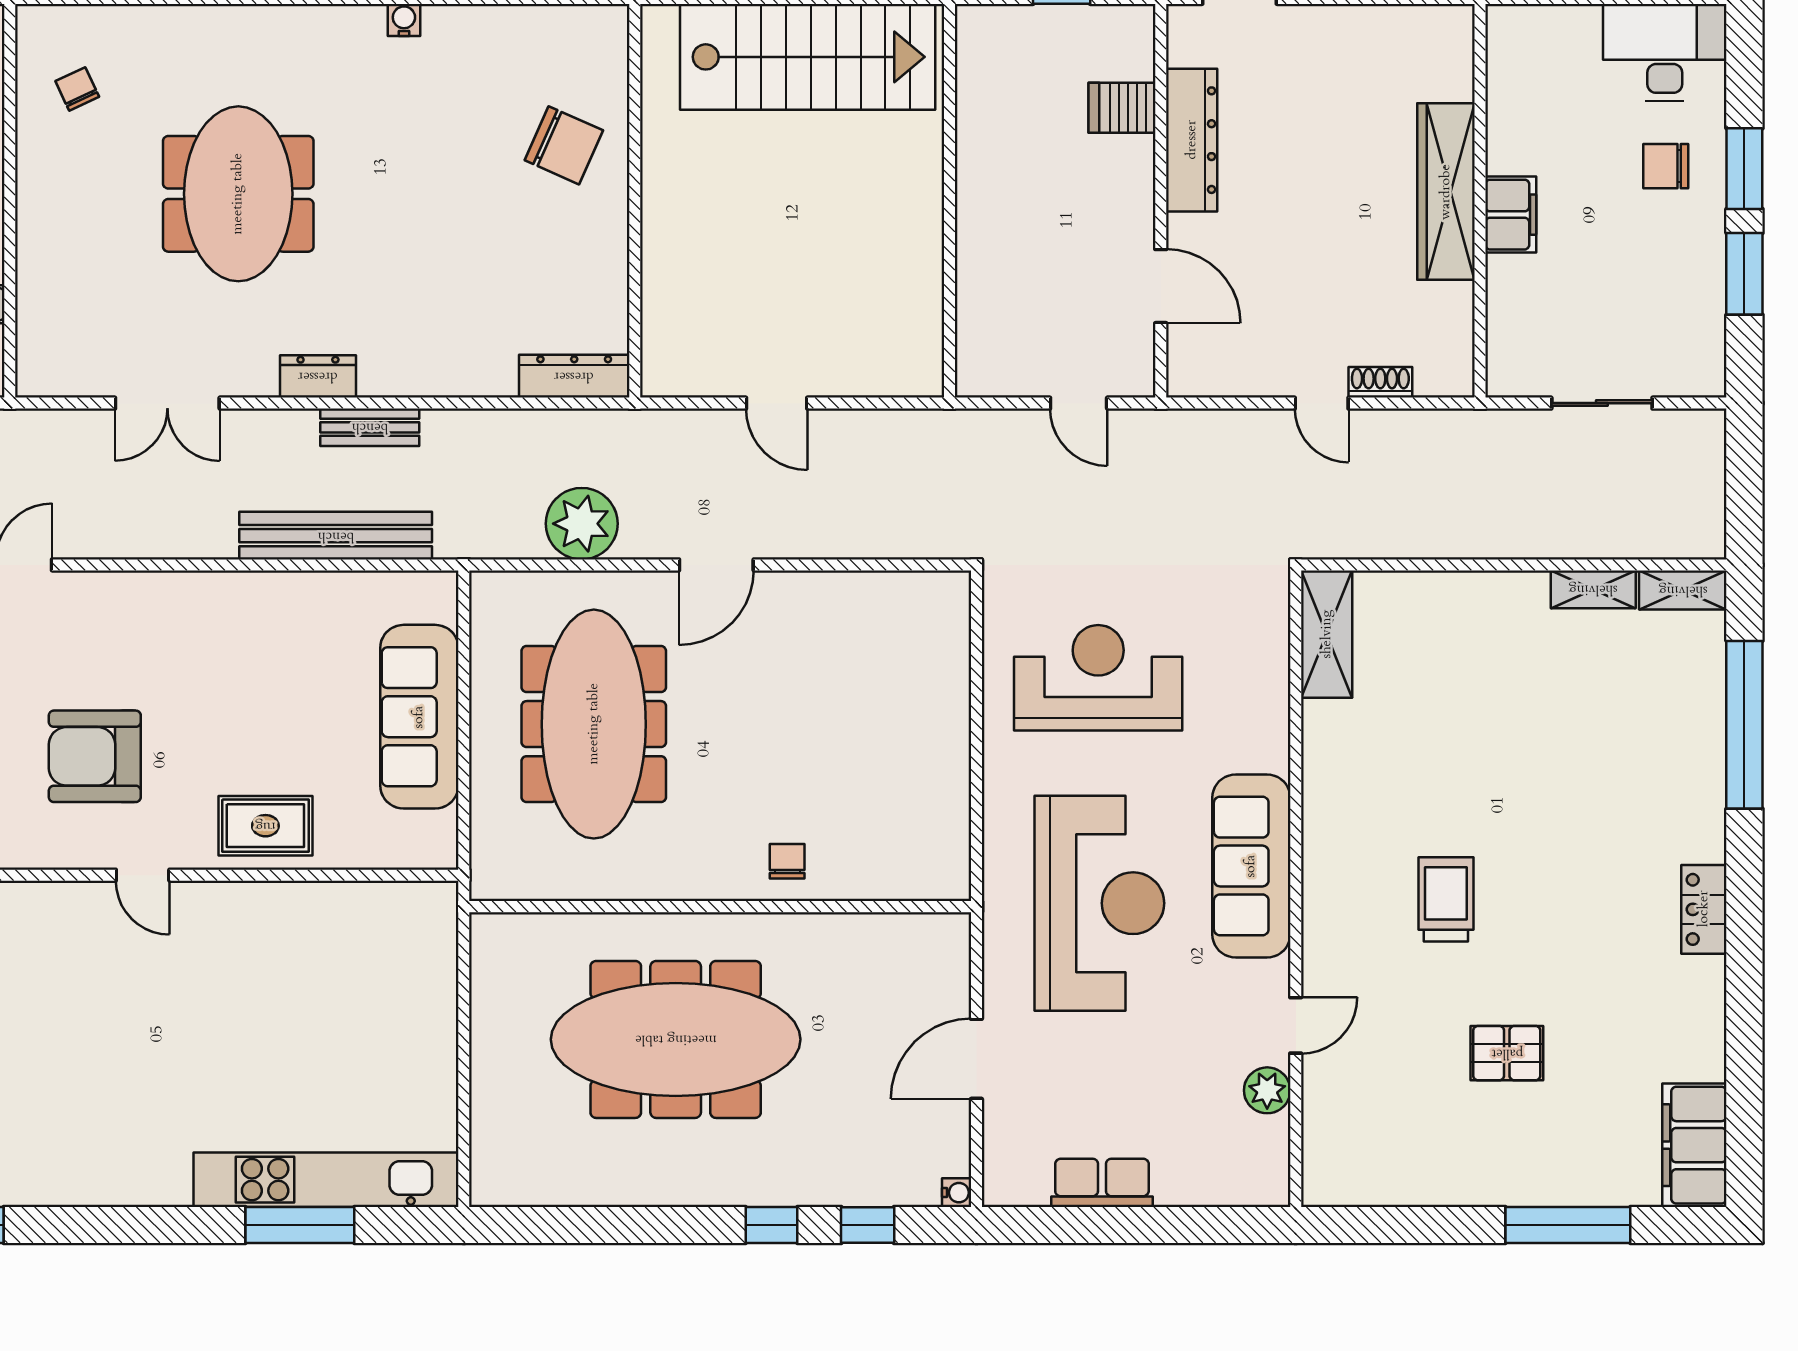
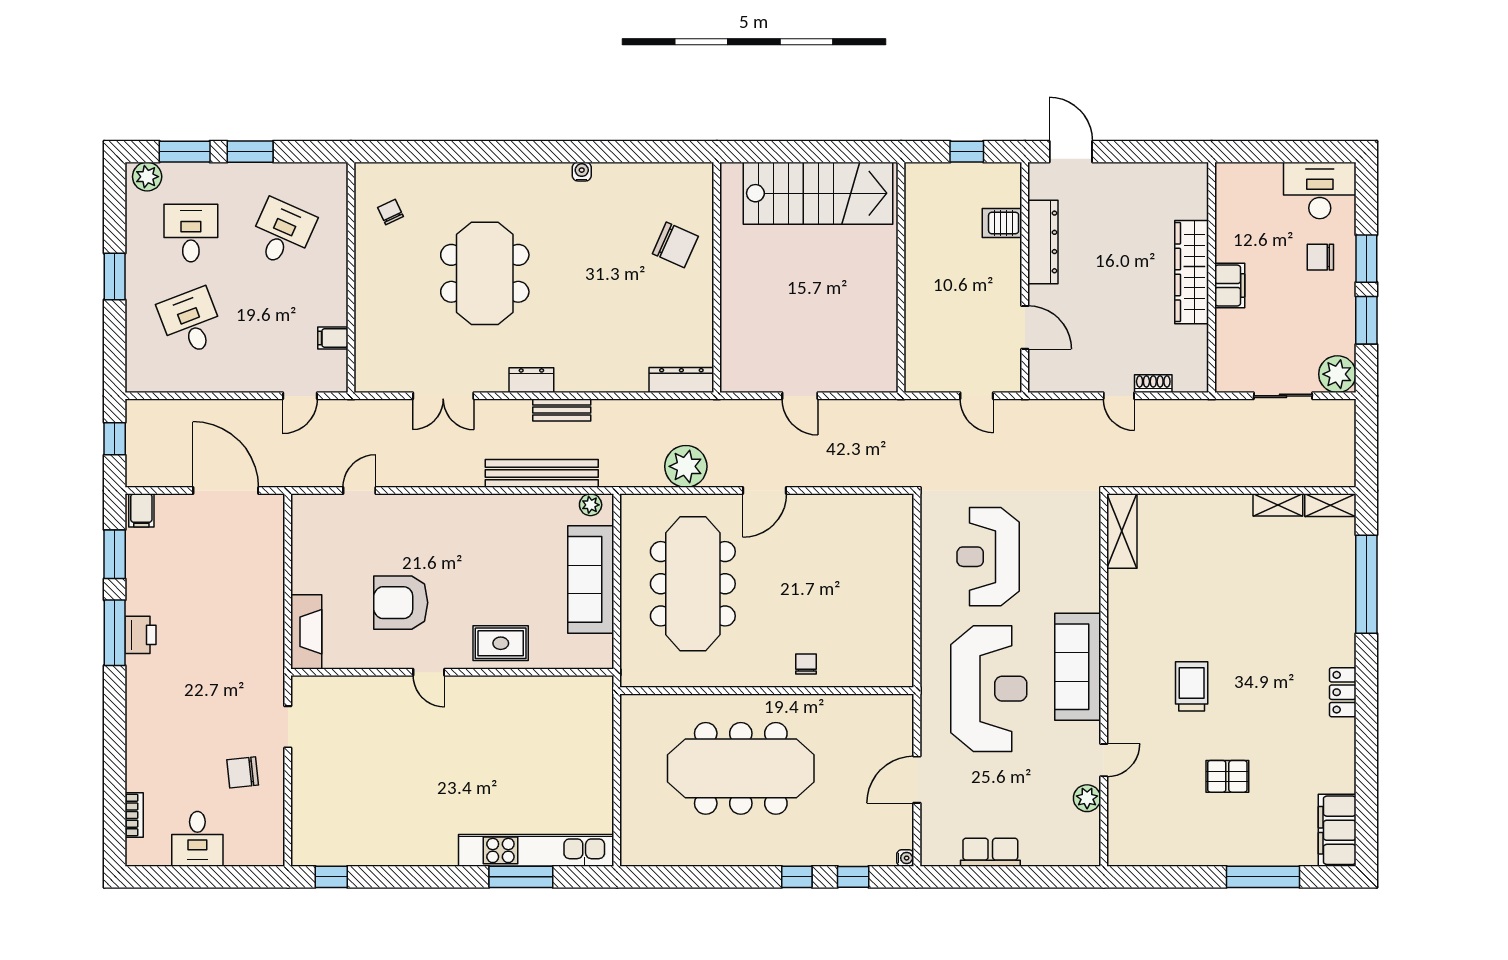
plant: (1695, 366) -> (1337, 374), added
plant: (419, 589) -> (591, 505), added
reception desk: (1098, 678) -> (988, 557), turned -90

